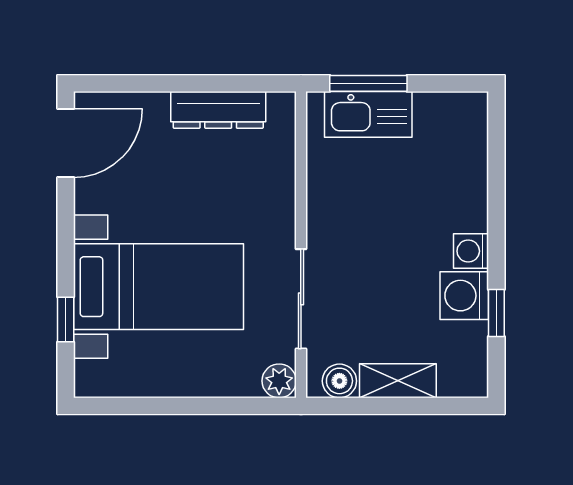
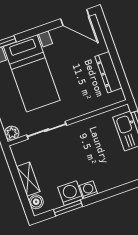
window: (496, 313) -> (68, 208), width x1.50
boiler: (339, 381) -> (36, 202), moved

